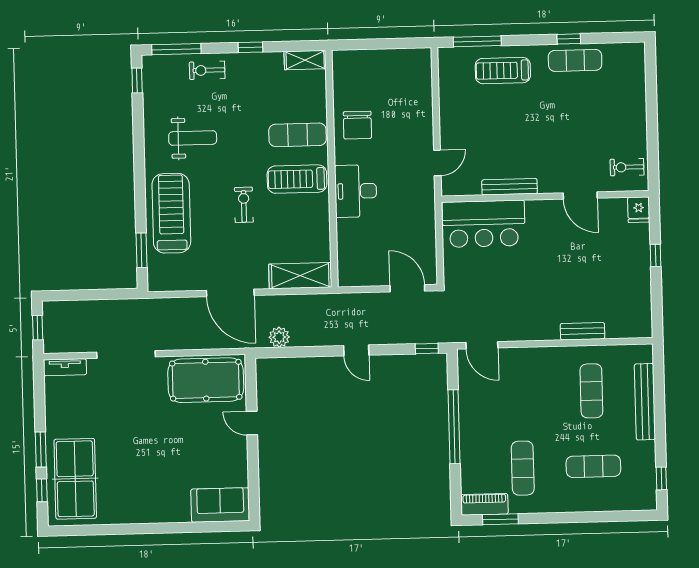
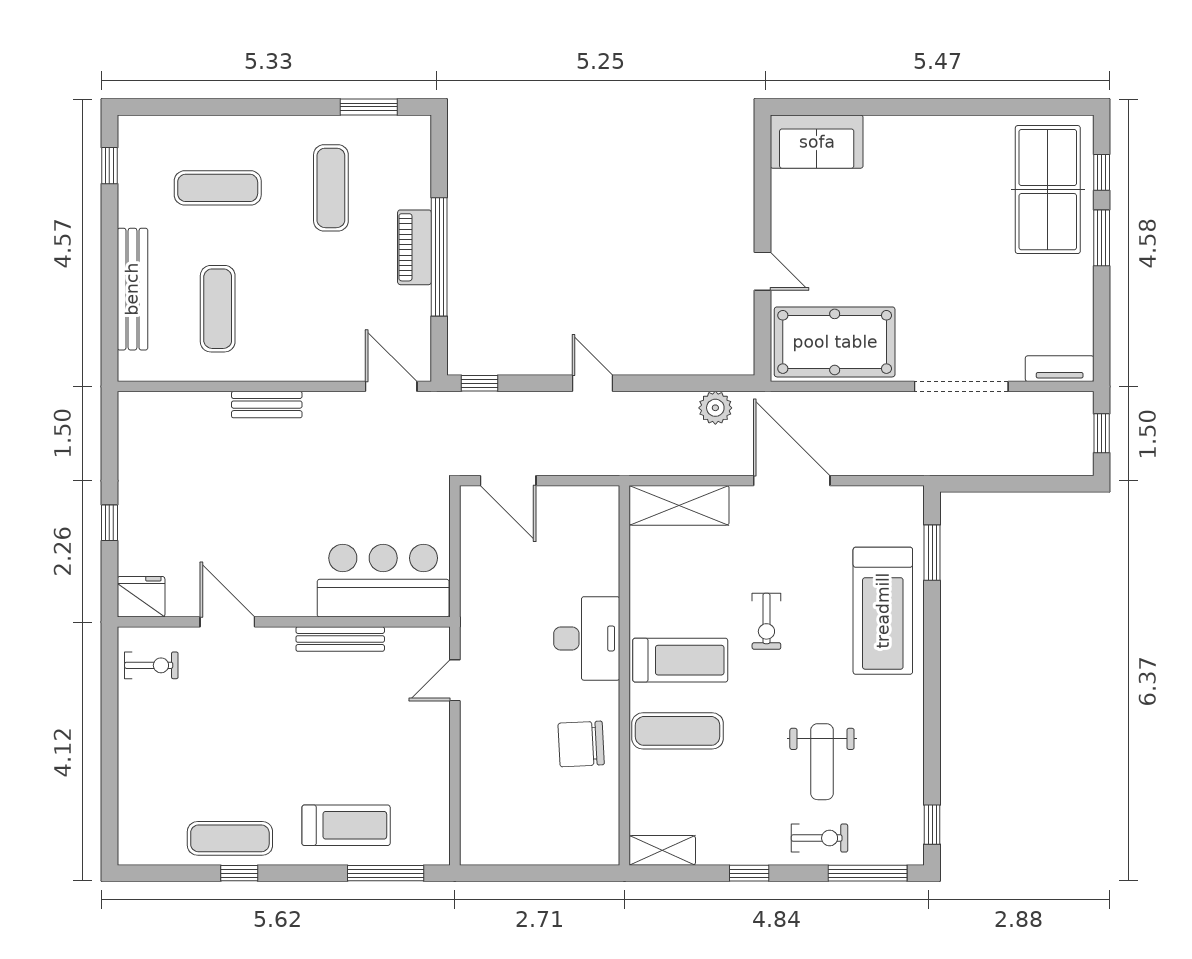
chair: (357, 125) -> (581, 744), turned -93
weight bench: (193, 138) -> (822, 762), moved, turned -90
fridge: (639, 210) -> (141, 597), width x1.38
bench: (582, 331) -> (267, 405), moved
piano: (484, 504) -> (415, 247), moved, turned 90

